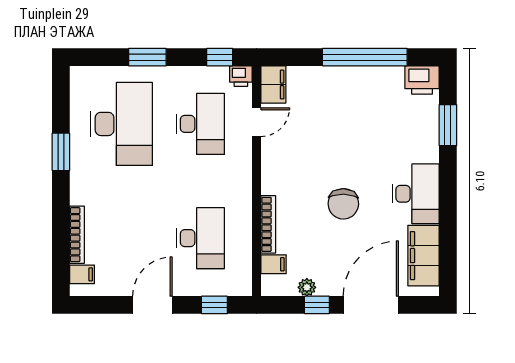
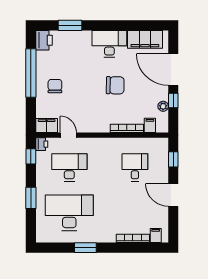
chair: (342, 99) -> (55, 86), added
desk: (200, 238) -> (135, 167), width x0.73

